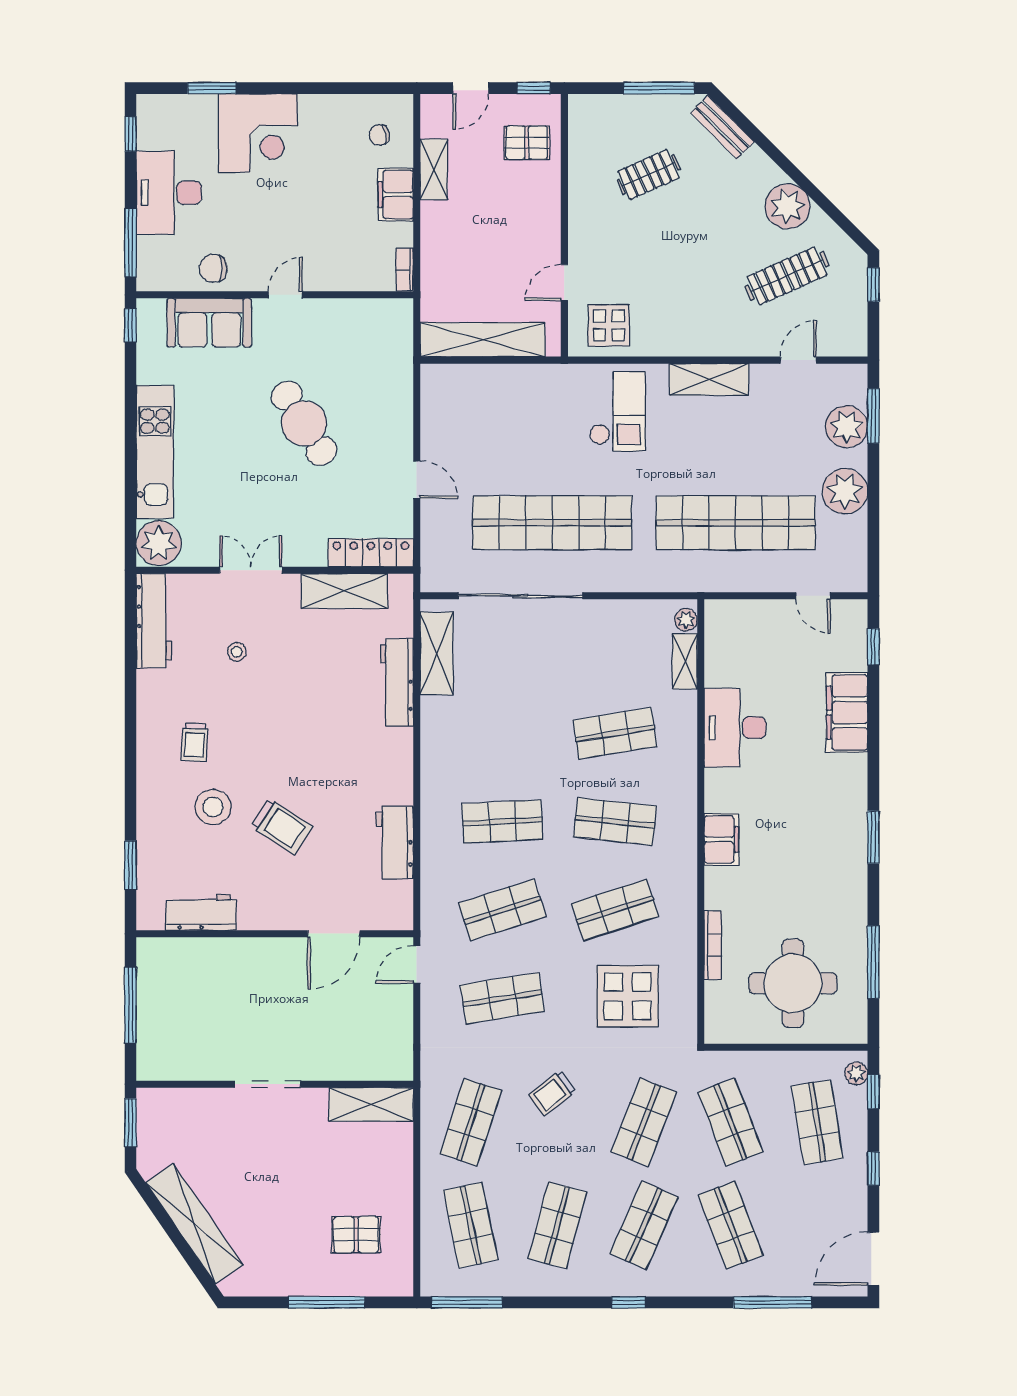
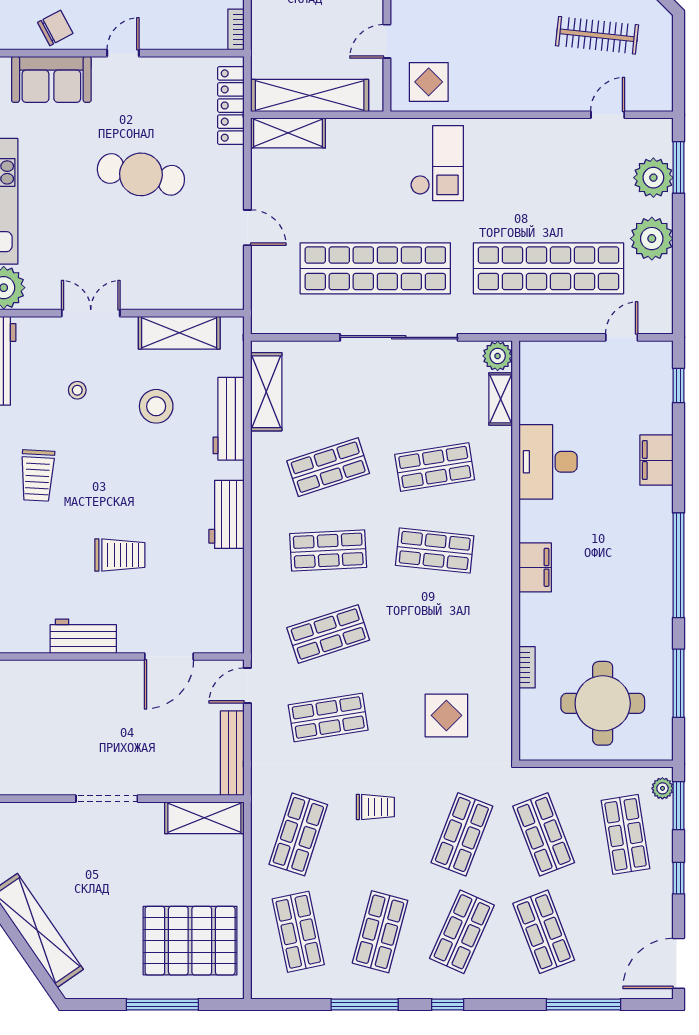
chair: (213, 268) -> (55, 28), turned 152
clothes rail: (787, 276) -> (597, 35), turned 30
window: (873, 285) -> (679, 43), removed
shelving: (709, 379) -> (288, 133), moved
cafe table: (304, 423) -> (141, 174), turned -47
locker: (371, 553) -> (231, 106), moved, turned -90
sliding door: (520, 596) -> (399, 337), moved
door: (813, 596) -> (622, 337), swing flipped
plant: (686, 620) -> (498, 356), width x1.38, depth x1.38
filing cabinet: (847, 712) -> (657, 460), width x0.67, depth x0.86
trolley: (194, 742) -> (37, 475), width x1.36, depth x1.39
stool: (213, 807) -> (156, 406), moved
trolley: (282, 826) -> (120, 555), turned -33
window: (873, 837) -> (679, 565), width x2.11
workbench: (395, 843) -> (227, 514), moved
shop shelf: (615, 910) -> (328, 467), moved
workbench: (201, 912) -> (83, 636), moved
bookcase: (713, 945) -> (527, 667), width x0.64
display table: (627, 996) -> (446, 715), width x0.73, depth x0.73
bench: (401, 1036) -> (232, 753), added
window: (873, 1092) -> (679, 806), width x1.50
trolley: (552, 1093) -> (375, 807), turned -143
pallet: (356, 1235) -> (190, 941), width x2.05, depth x2.00
window: (467, 1302) -> (365, 1005), moved

